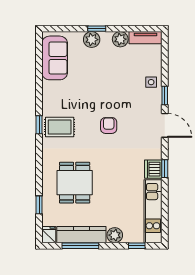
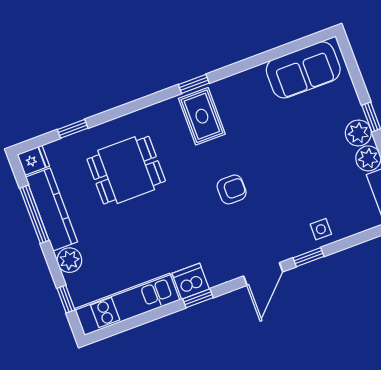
plant: (92, 40) -> (358, 133), moved

